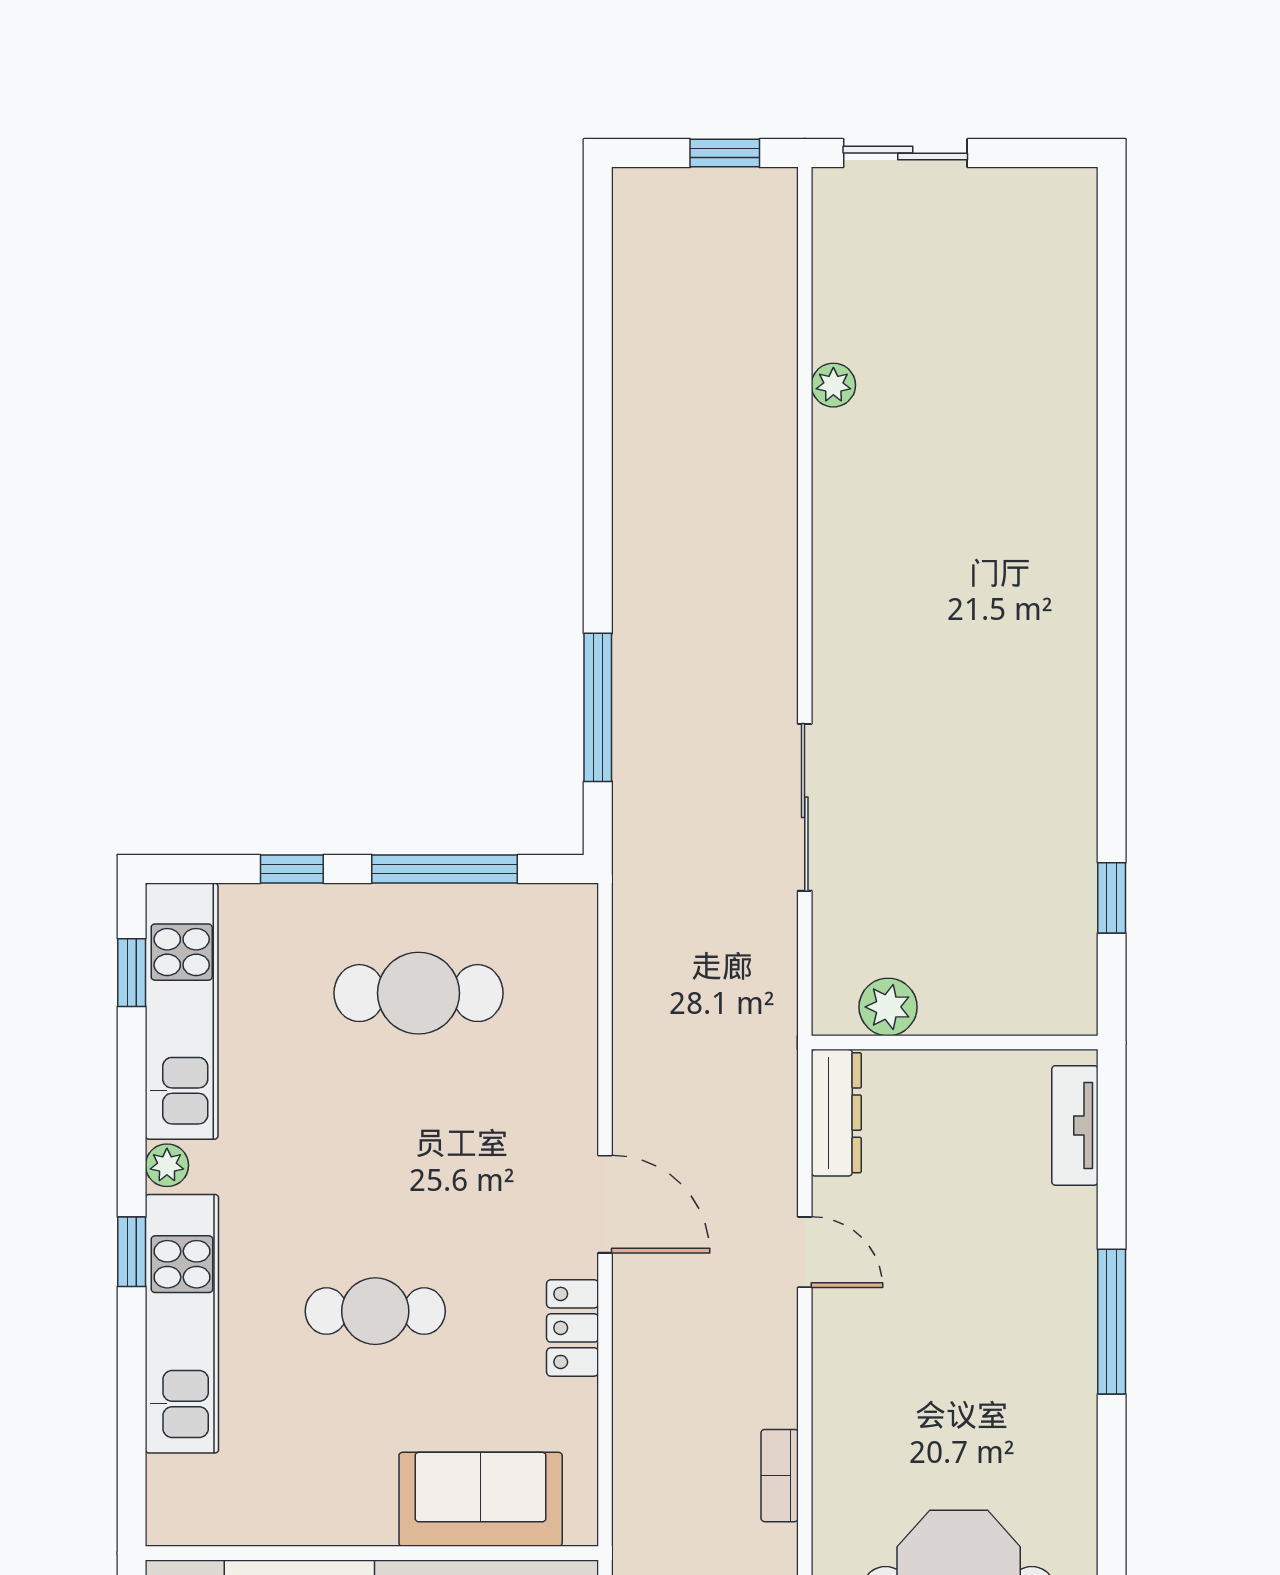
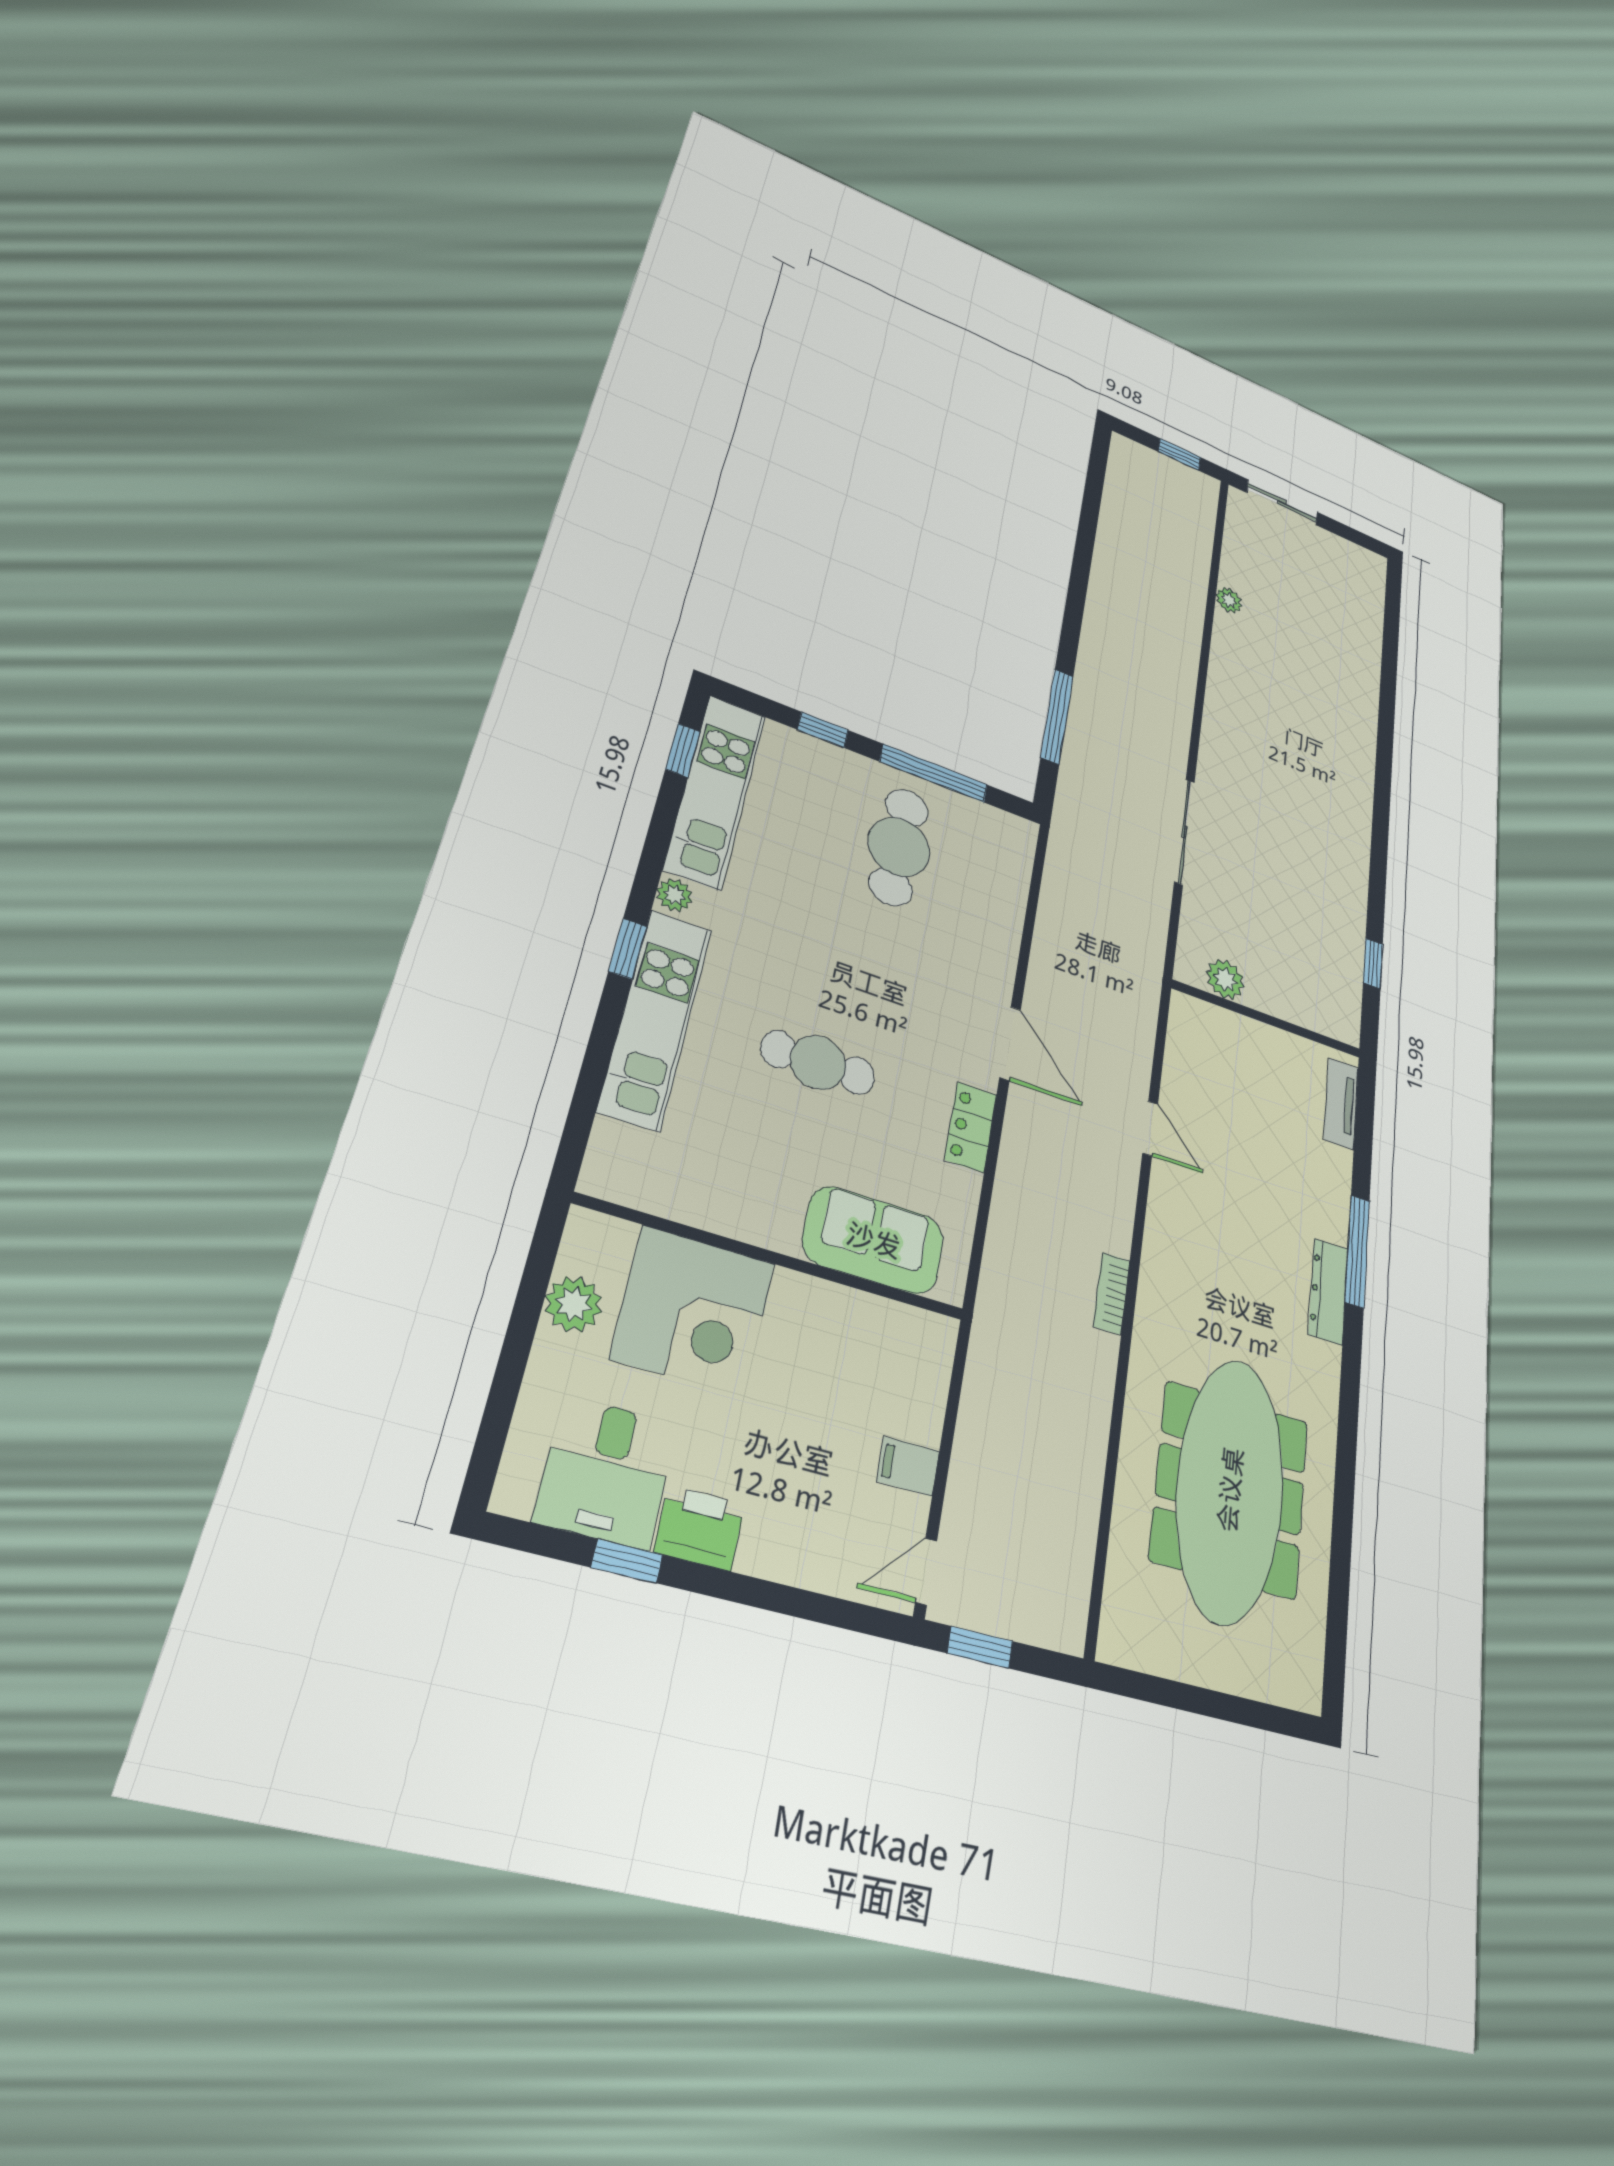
cafe table: (418, 993) -> (899, 847), turned 90
dresser: (836, 1113) -> (1328, 1291), moved, turned 180

